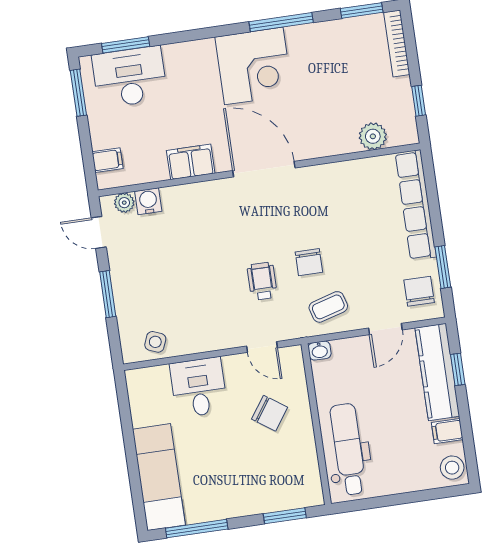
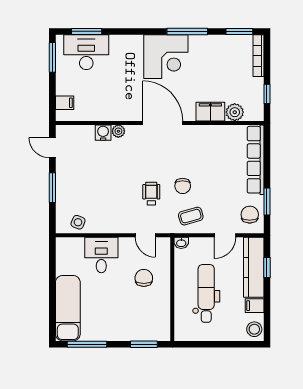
filing cabinet: (191, 162) -> (210, 112), moved
water cooler: (148, 201) -> (103, 133), moved
plant: (124, 203) -> (118, 131), moved
chair: (270, 413) -> (144, 278), turned -125
dental chair: (348, 449) -> (206, 293), moved

